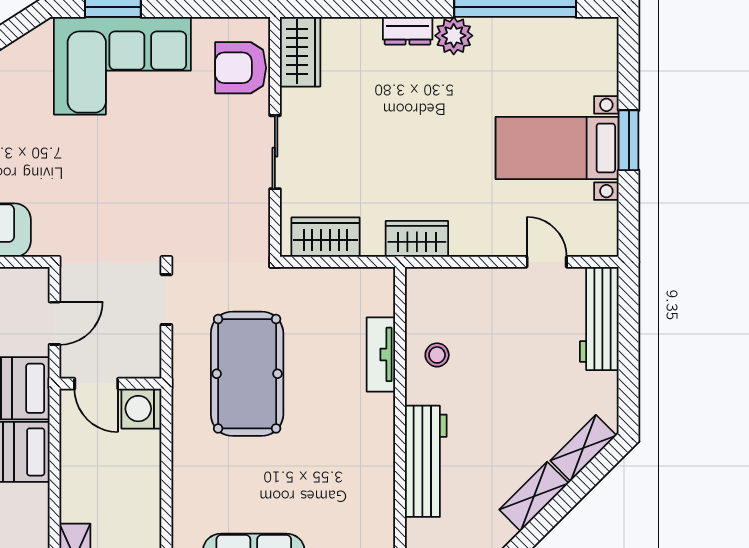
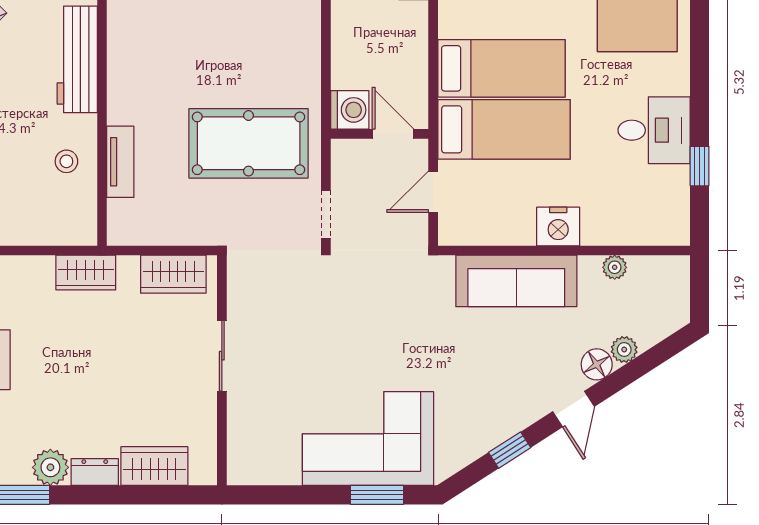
wardrobe: (300, 52) -> (154, 466), moved, turned 90
armchair: (241, 68) -> (255, 437), removed
pool table: (247, 374) -> (249, 143), turned 90

